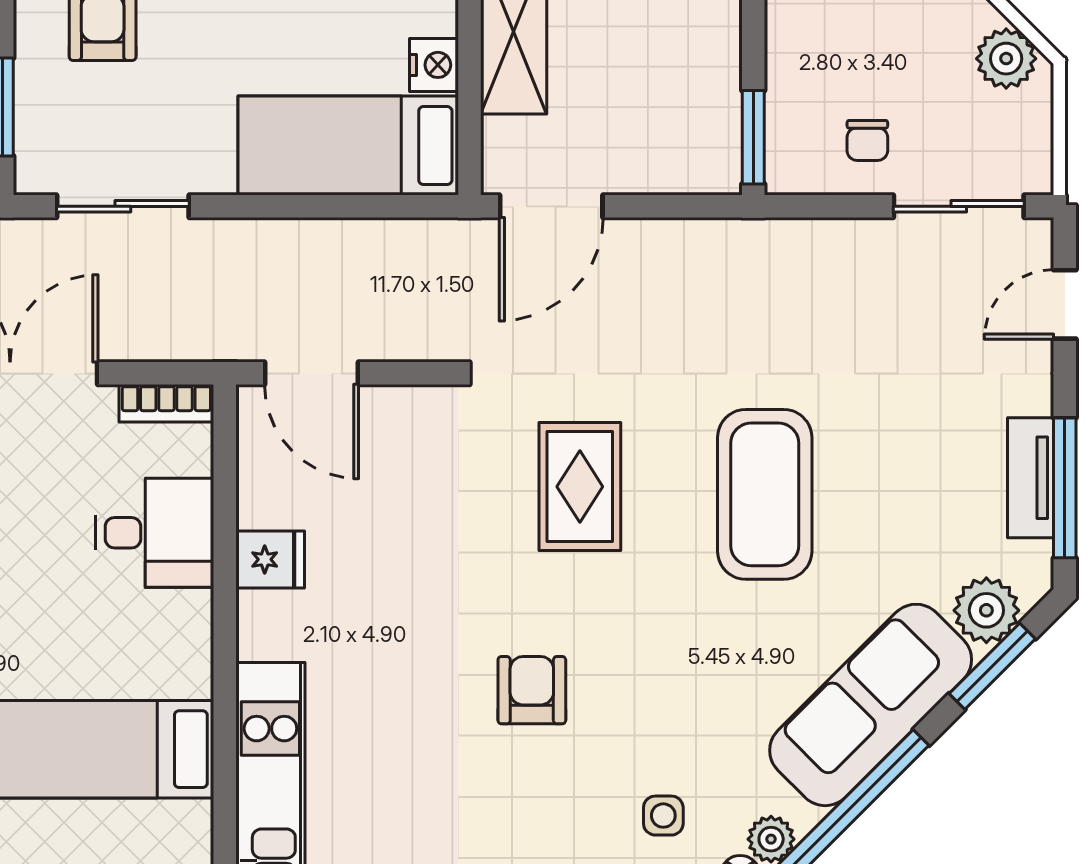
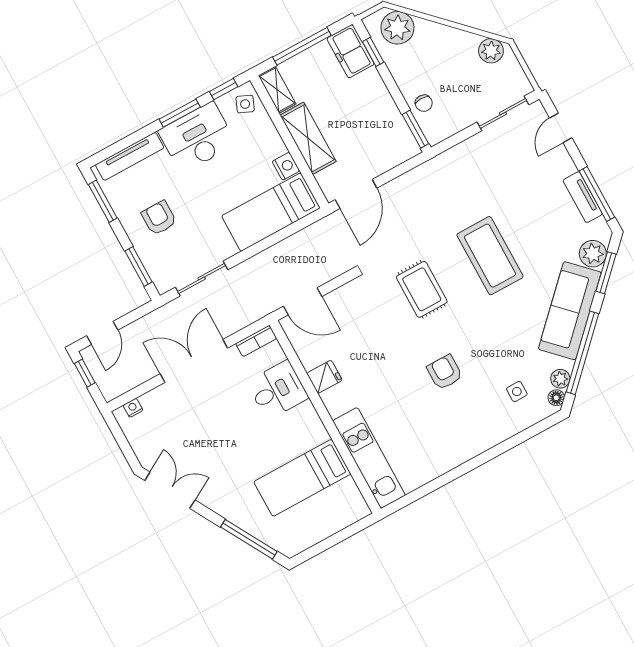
chair: (867, 140) -> (424, 103), moved

